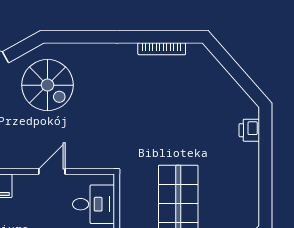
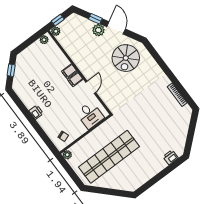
door: (52, 171) -> (91, 87), hinge flipped
filing cabinet: (22, 186) -> (75, 79), added

